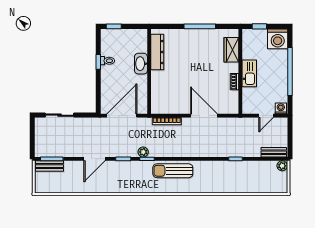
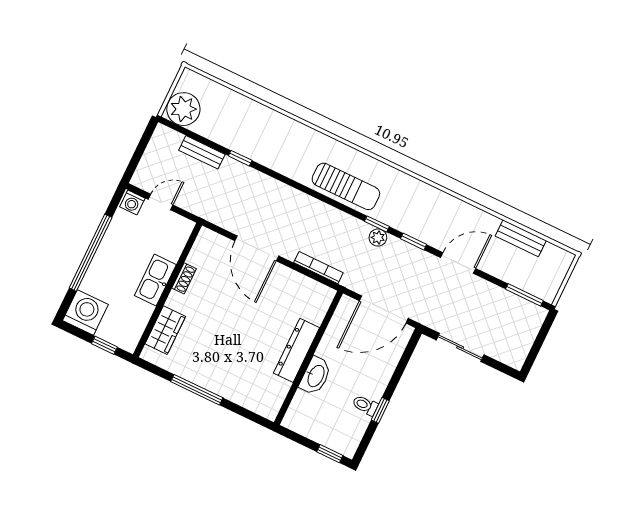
dresser: (157, 52) -> (296, 350), moved
sliding door: (59, 115) -> (460, 347), moved
bench: (274, 152) -> (202, 152), moved
bench: (49, 166) -> (521, 238), moved
plant: (282, 166) -> (183, 109), width x1.87, depth x1.87

